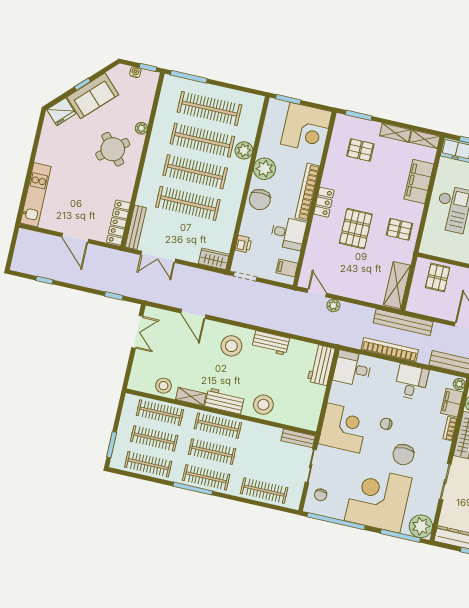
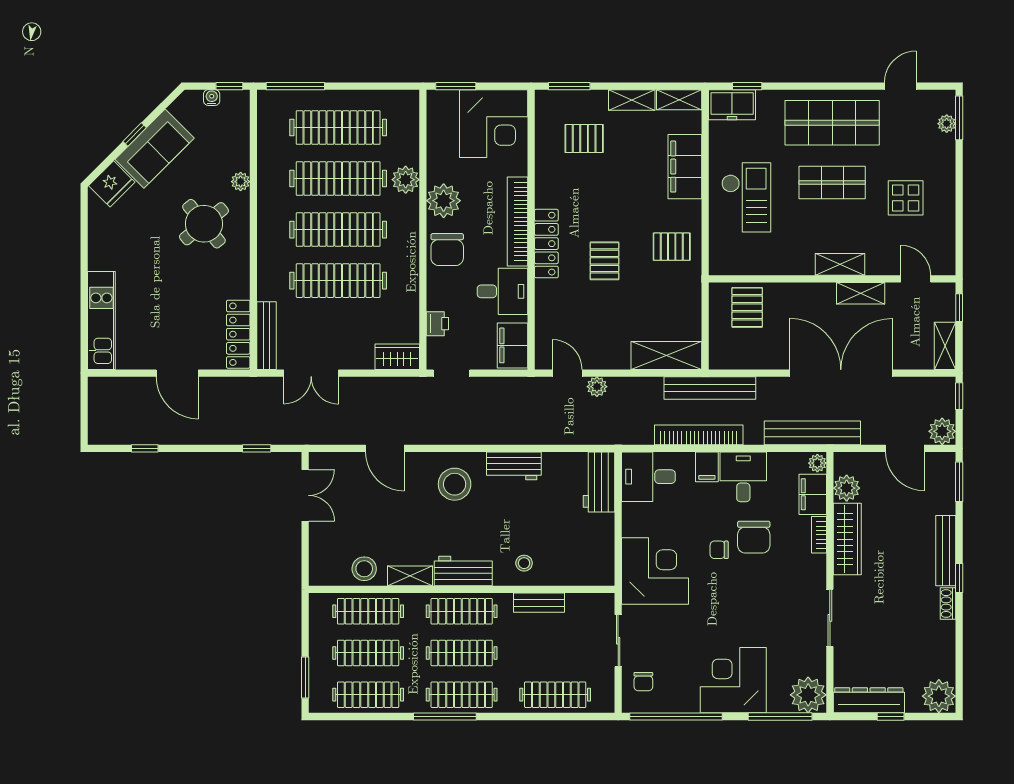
locker: (324, 202) -> (546, 244), width x1.53
pallet: (356, 229) -> (604, 261), width x0.67, depth x0.71
filing cabinet: (287, 268) -> (512, 345), width x2.00
shelving: (397, 285) -> (666, 355), moved, turned 90
filing cabinet: (390, 371) -> (707, 467), added
stool: (263, 405) -> (524, 563), width x0.53, depth x0.53
bench: (298, 438) -> (539, 603), moved
chair: (403, 455) -> (754, 537), moved
corner desk: (378, 499) -> (733, 680), width x0.74, depth x0.74

